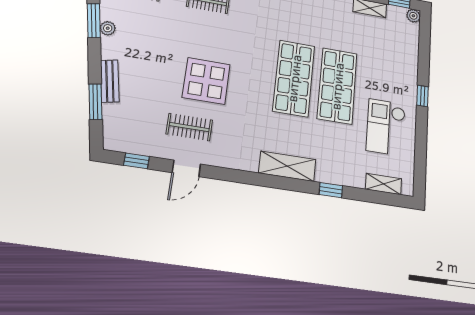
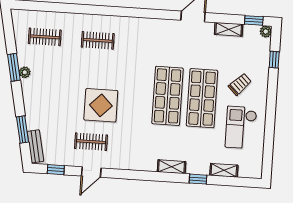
trolley: (384, 74) -> (240, 84), added
bench: (110, 81) -> (35, 146), moved
window: (423, 96) -> (274, 60), moved
shelving: (287, 166) -> (172, 167), width x0.67, depth x0.75
shelving: (383, 184) -> (224, 170), moved

